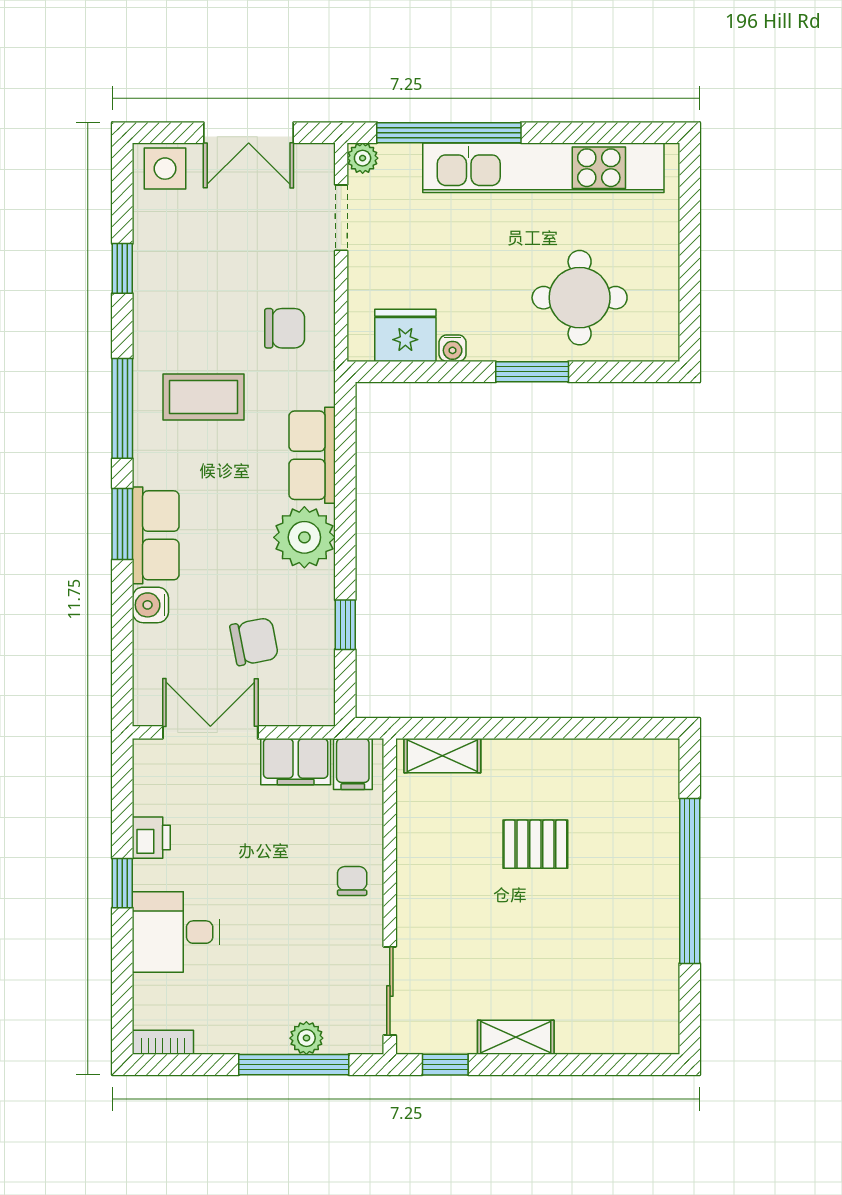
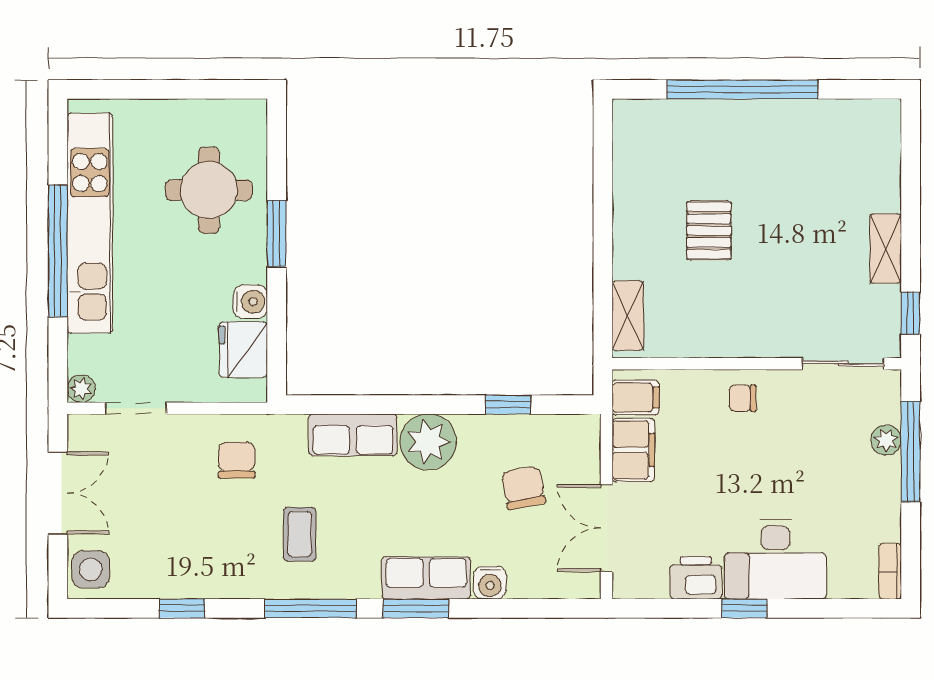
window: (449, 133) -> (58, 251), moved
water cooler: (453, 348) -> (250, 302), width x1.38, depth x1.38
coffee table: (203, 397) -> (300, 534), width x0.73, depth x0.77
printer: (151, 838) -> (696, 578), width x1.36, depth x1.24
desk: (176, 932) -> (775, 559), width x1.37

